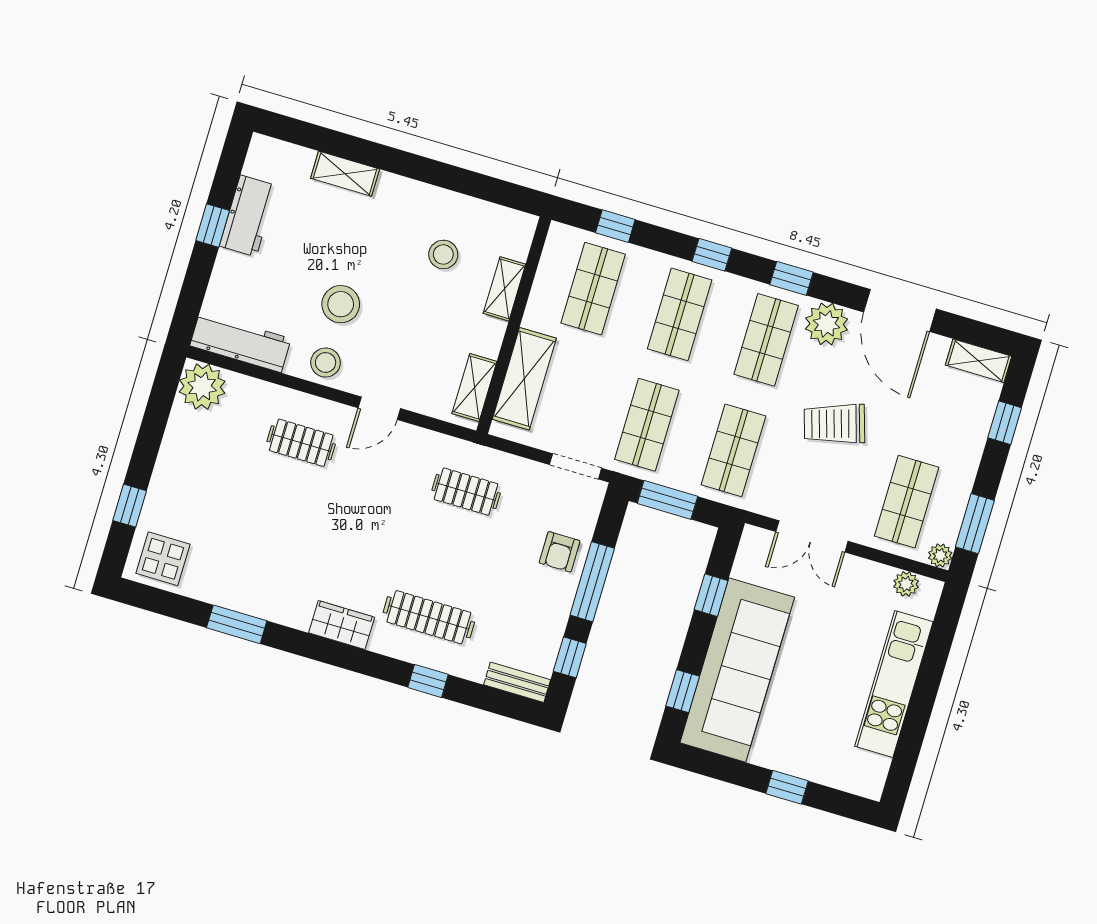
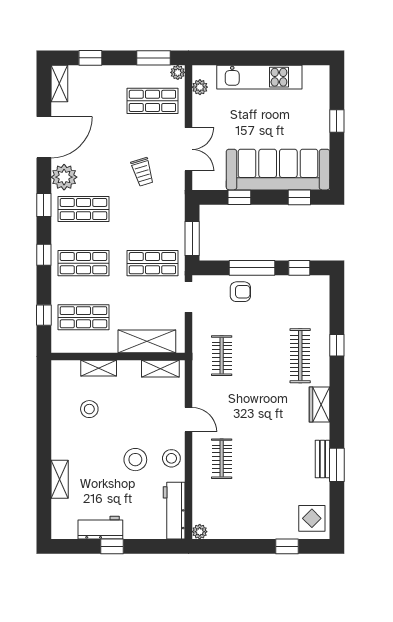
plant: (202, 387) -> (200, 532), width x0.53, depth x0.53
trolley: (834, 424) -> (143, 172), moved, width x0.73, depth x0.72
shop shelf: (733, 450) -> (152, 209), removed
bench: (517, 682) -> (322, 459), moved

